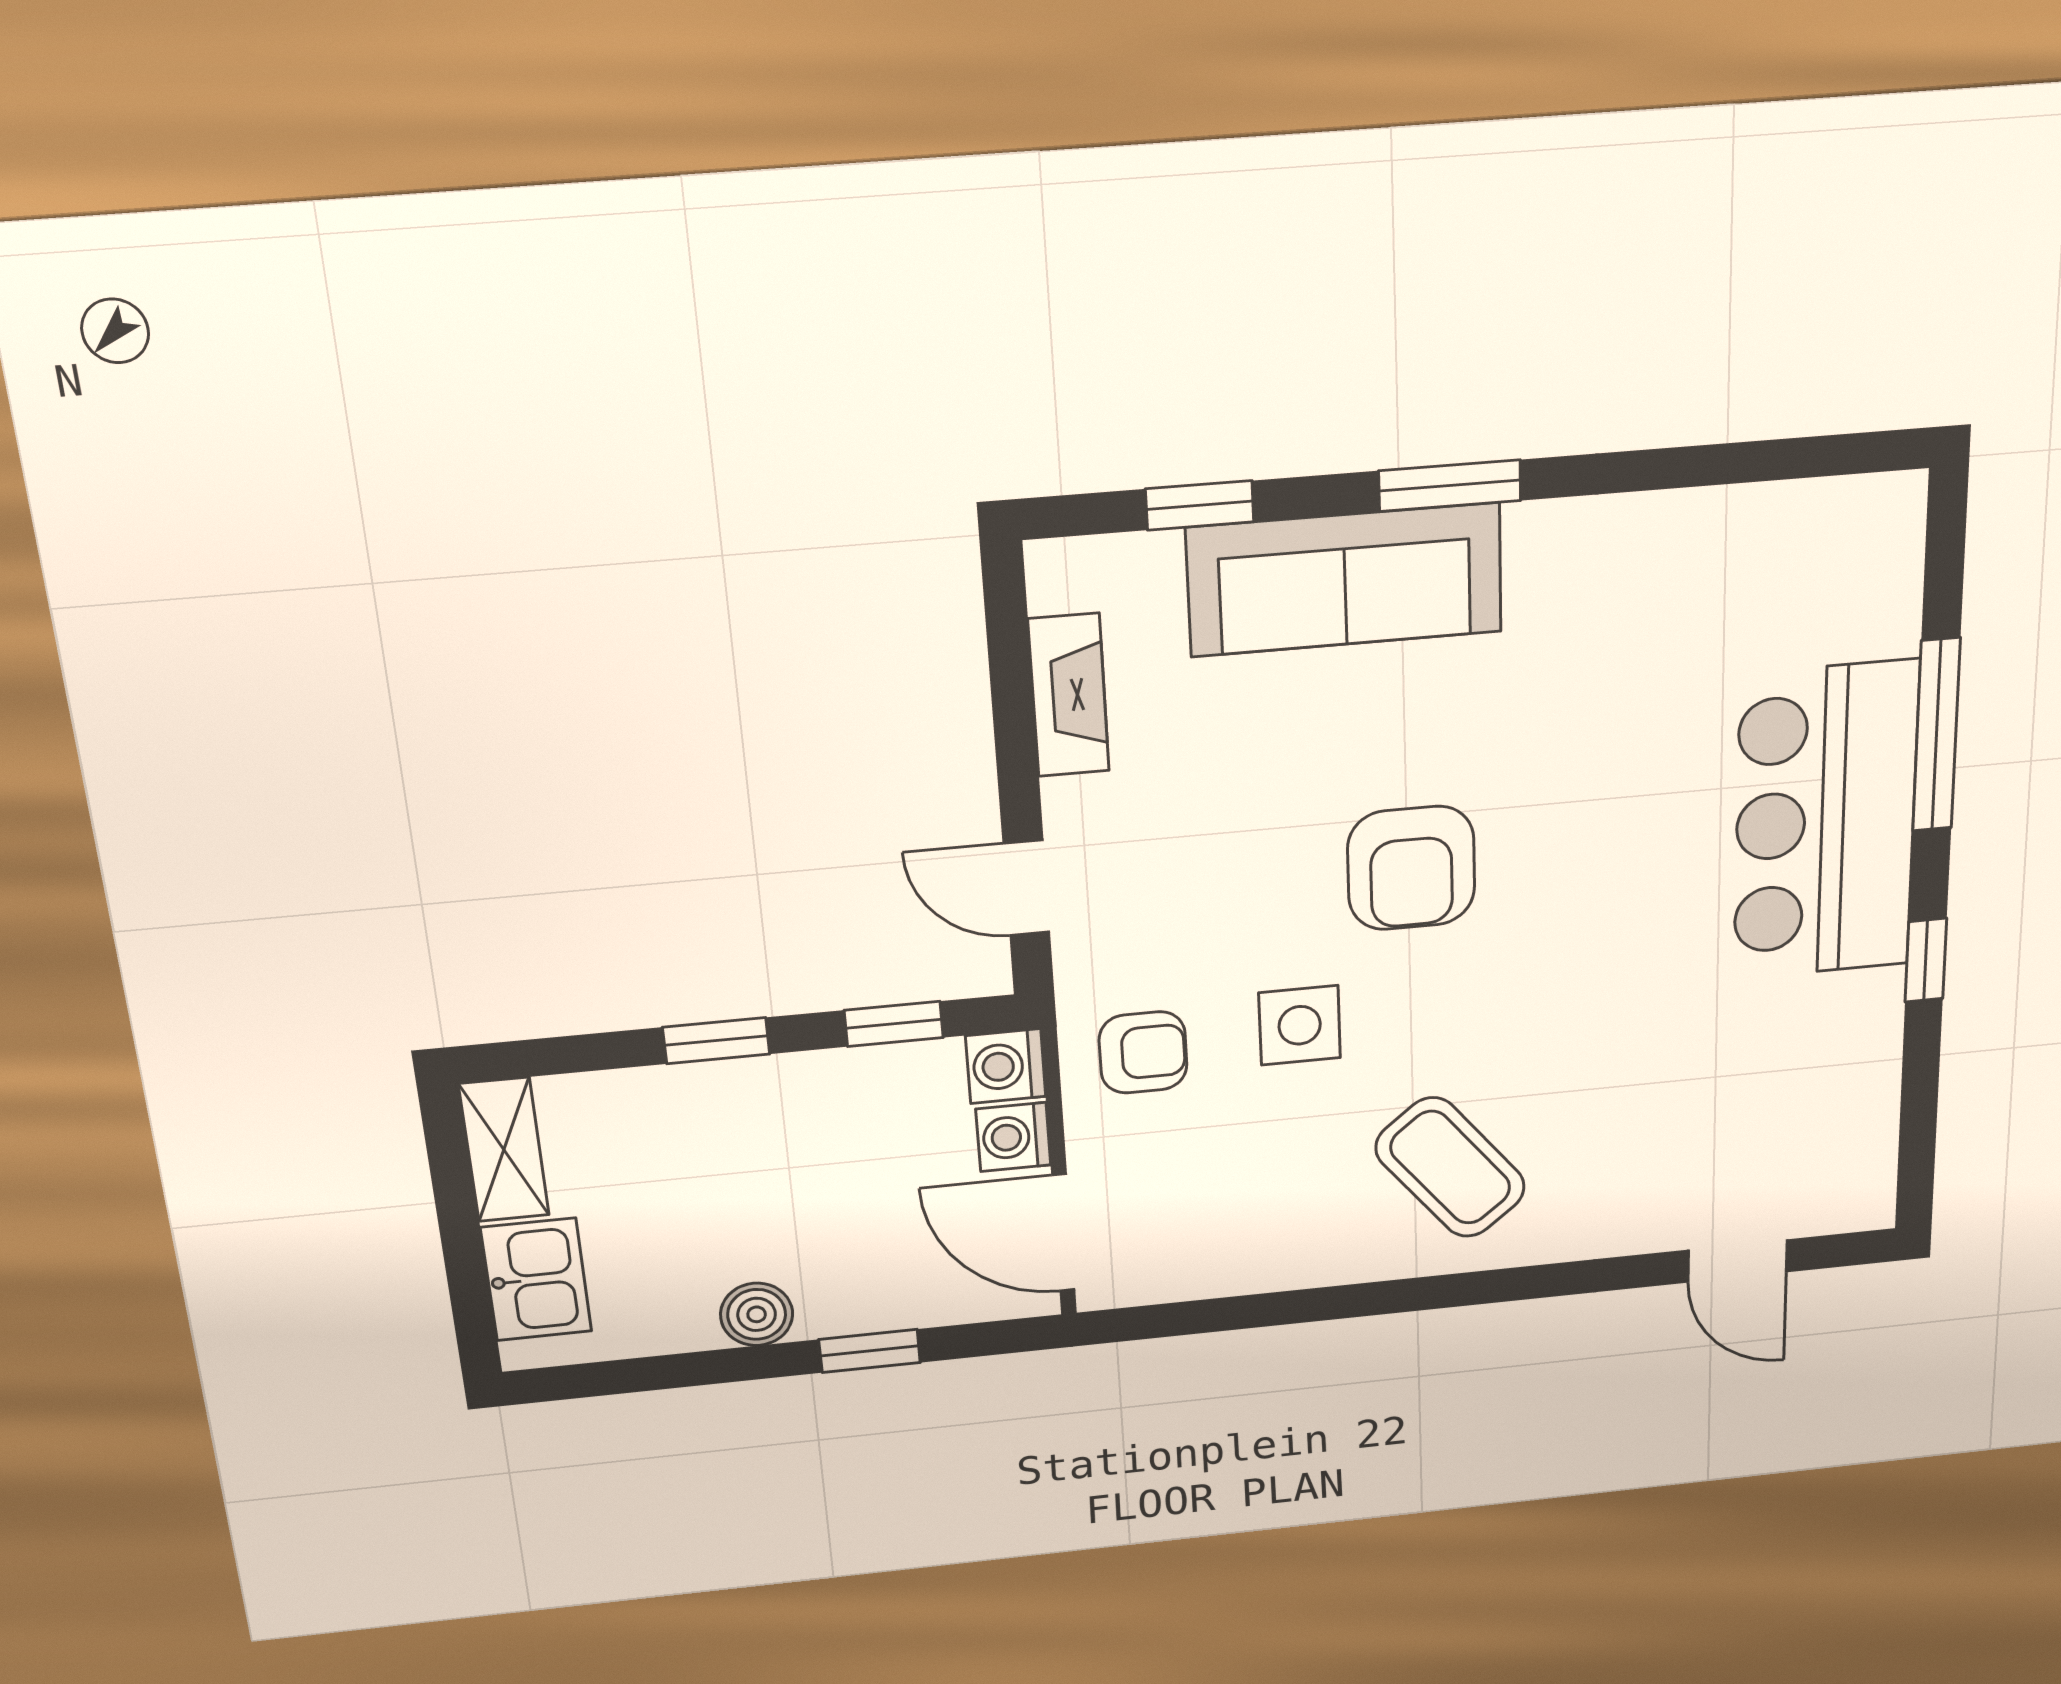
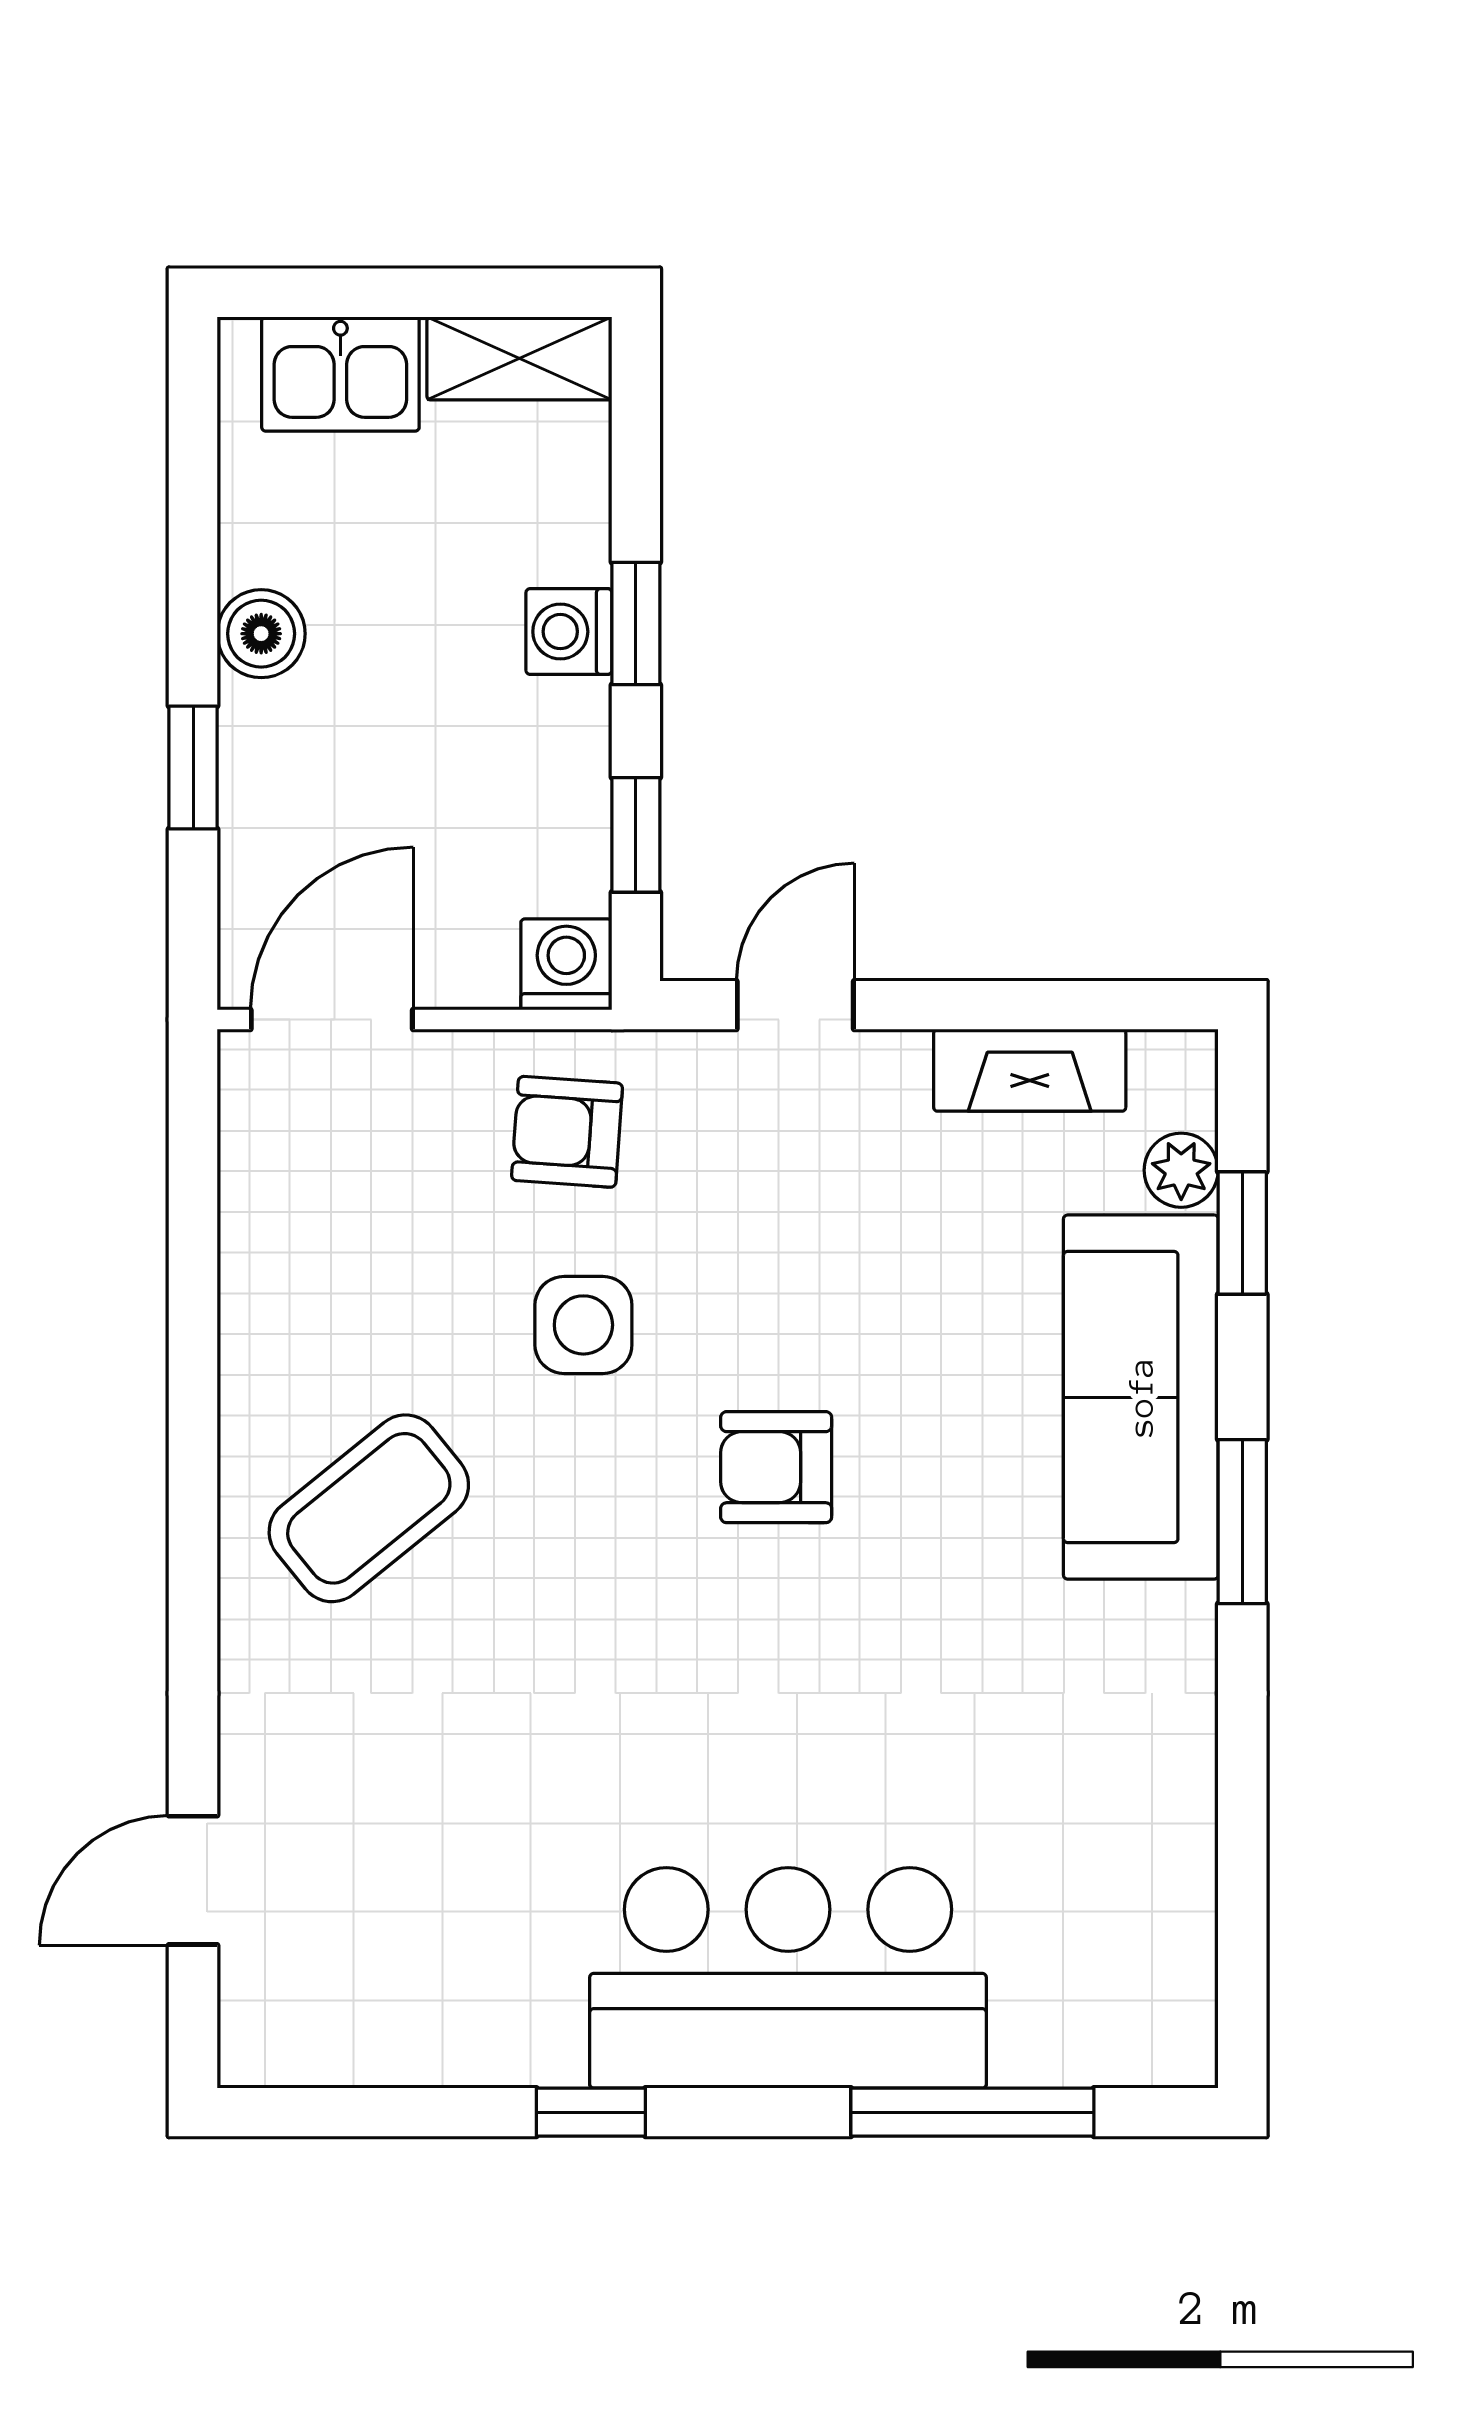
plant: (1148, 562) -> (1181, 1170), added
window: (1936, 735) -> (972, 2112), moved
armchair: (1411, 868) -> (776, 1467), width x0.72, depth x0.72
armchair: (1143, 1052) -> (567, 1132), turned 94
washing machine: (1013, 1137) -> (569, 632), moved, turned -90

